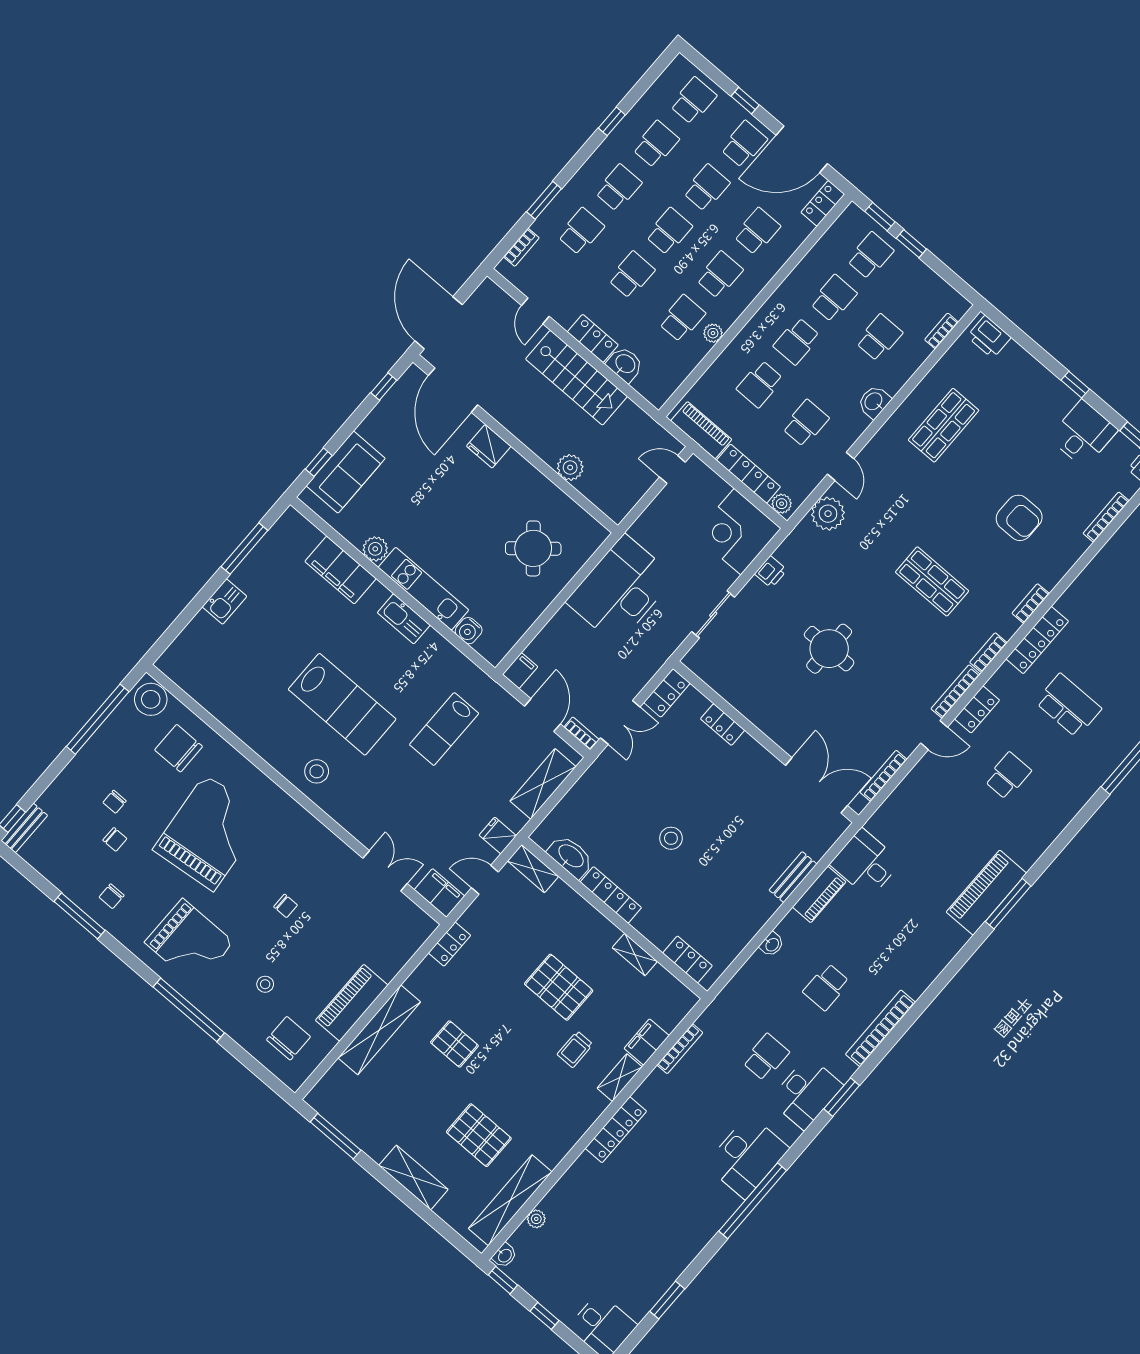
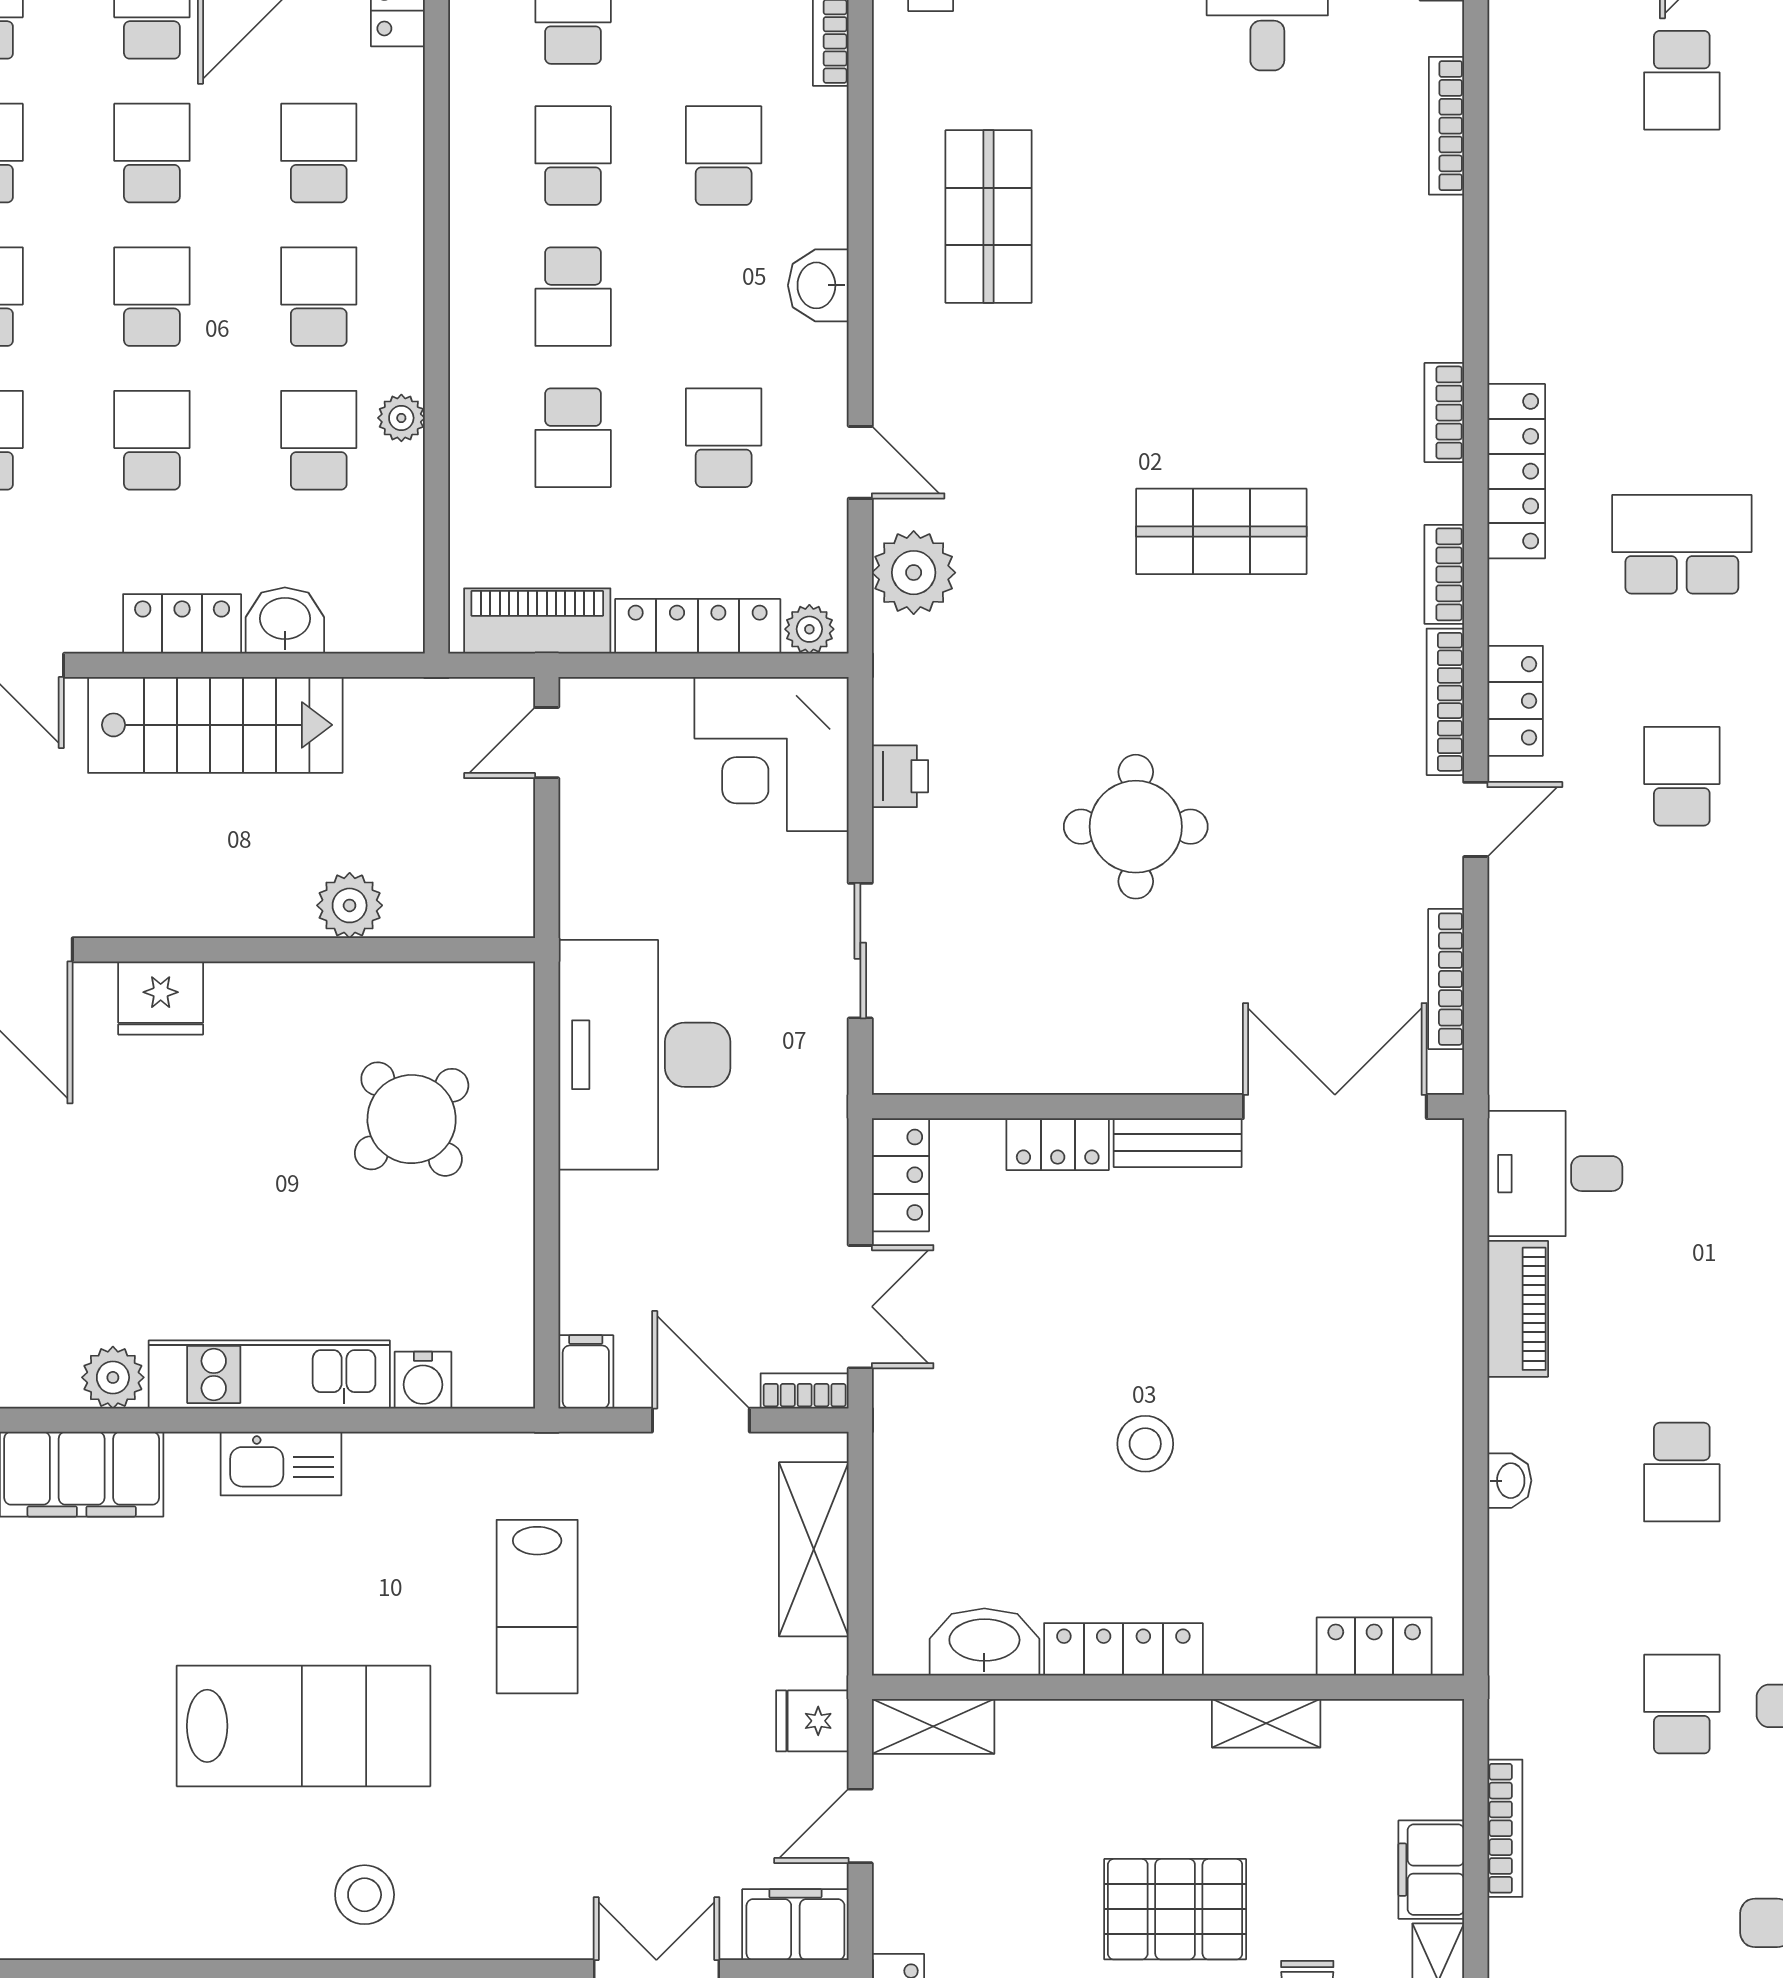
armchair: (1019, 518) -> (1283, 269), removed
bench: (793, 877) -> (1178, 1143), moved, turned 90

